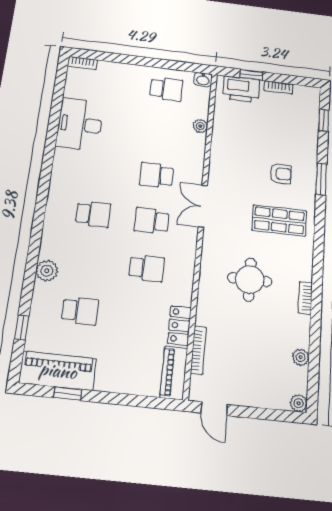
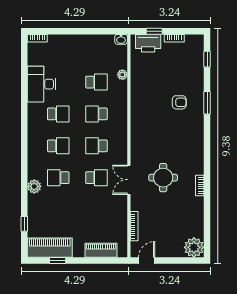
school desk: (166, 89) -> (96, 82), moved
school desk: (99, 168) -> (58, 114), added
double door: (203, 206) -> (129, 180), moved
shop shelf: (279, 220) -> (180, 135), removed
school desk: (80, 311) -> (58, 178), moved, turned 180
locker: (179, 325) -> (121, 212), removed
plant: (301, 357) -> (199, 224), removed
piano: (174, 373) -> (101, 250), moved, turned 90
plant: (299, 403) -> (194, 247), width x1.88, depth x1.88
door: (214, 409) -> (147, 260), swing flipped

